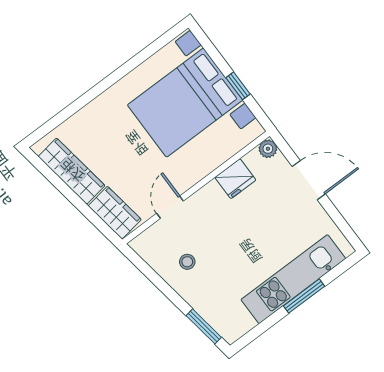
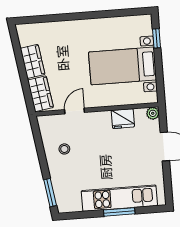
window: (238, 86) -> (157, 38), moved
bed with nightstands: (185, 103) -> (123, 66), width x0.73
wardrobe: (72, 171) -> (33, 61), width x0.67

